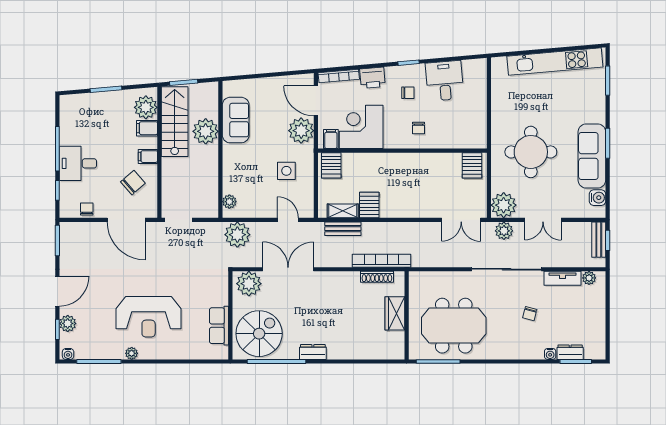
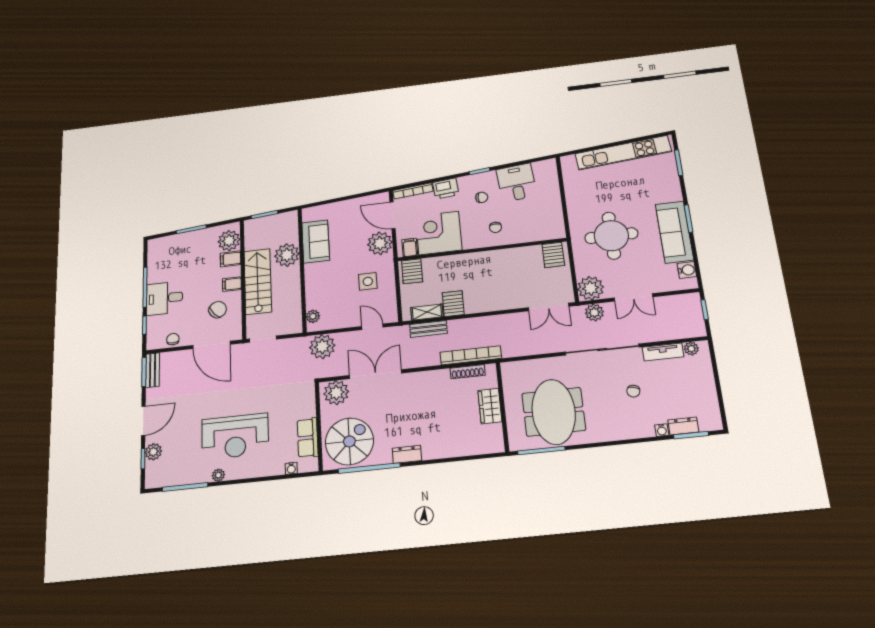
stairs: (175, 122) -> (258, 281), moved
bench: (599, 240) -> (153, 370), moved
meeting table: (454, 326) -> (554, 412), turned 90
water cooler: (68, 354) -> (291, 468), moved

